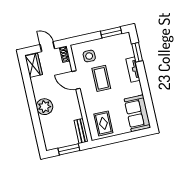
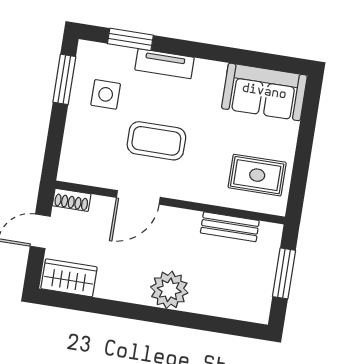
side table: (89, 56) -> (106, 94), moved
bench: (81, 131) -> (230, 227), moved

